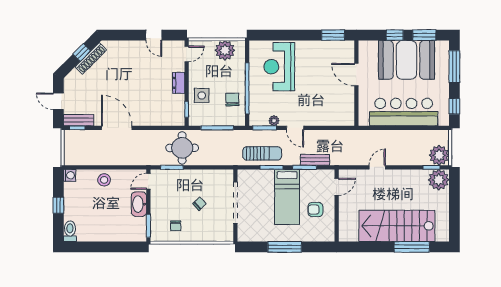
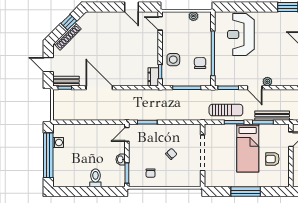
plant: (225, 50) -> (193, 16), width x0.53, depth x0.53
door: (187, 54) -> (160, 23), swing flipped
shoe rack: (91, 58) -> (68, 36), moved
dresser: (179, 83) -> (153, 77), moved
plant: (274, 121) -> (267, 82), moved
round table: (182, 148) -> (156, 105), removed
bench: (315, 160) -> (272, 116), width x1.36
washing machine: (70, 175) -> (58, 142), moved
stool: (104, 180) -> (88, 133), removed
washbasin: (139, 204) -> (121, 159), width x0.52, depth x0.69
window: (58, 205) -> (48, 155), width x3.17
toilet: (70, 231) -> (95, 178), moved

